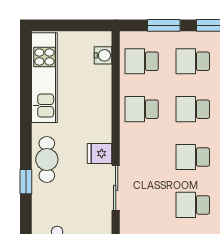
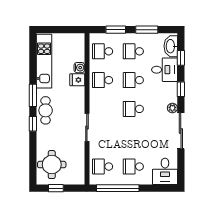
water cooler: (103, 55) -> (79, 68), moved
window: (26, 135) -> (33, 95), added
fridge: (100, 154) -> (77, 80), moved
school desk: (193, 205) -> (133, 138), removed

